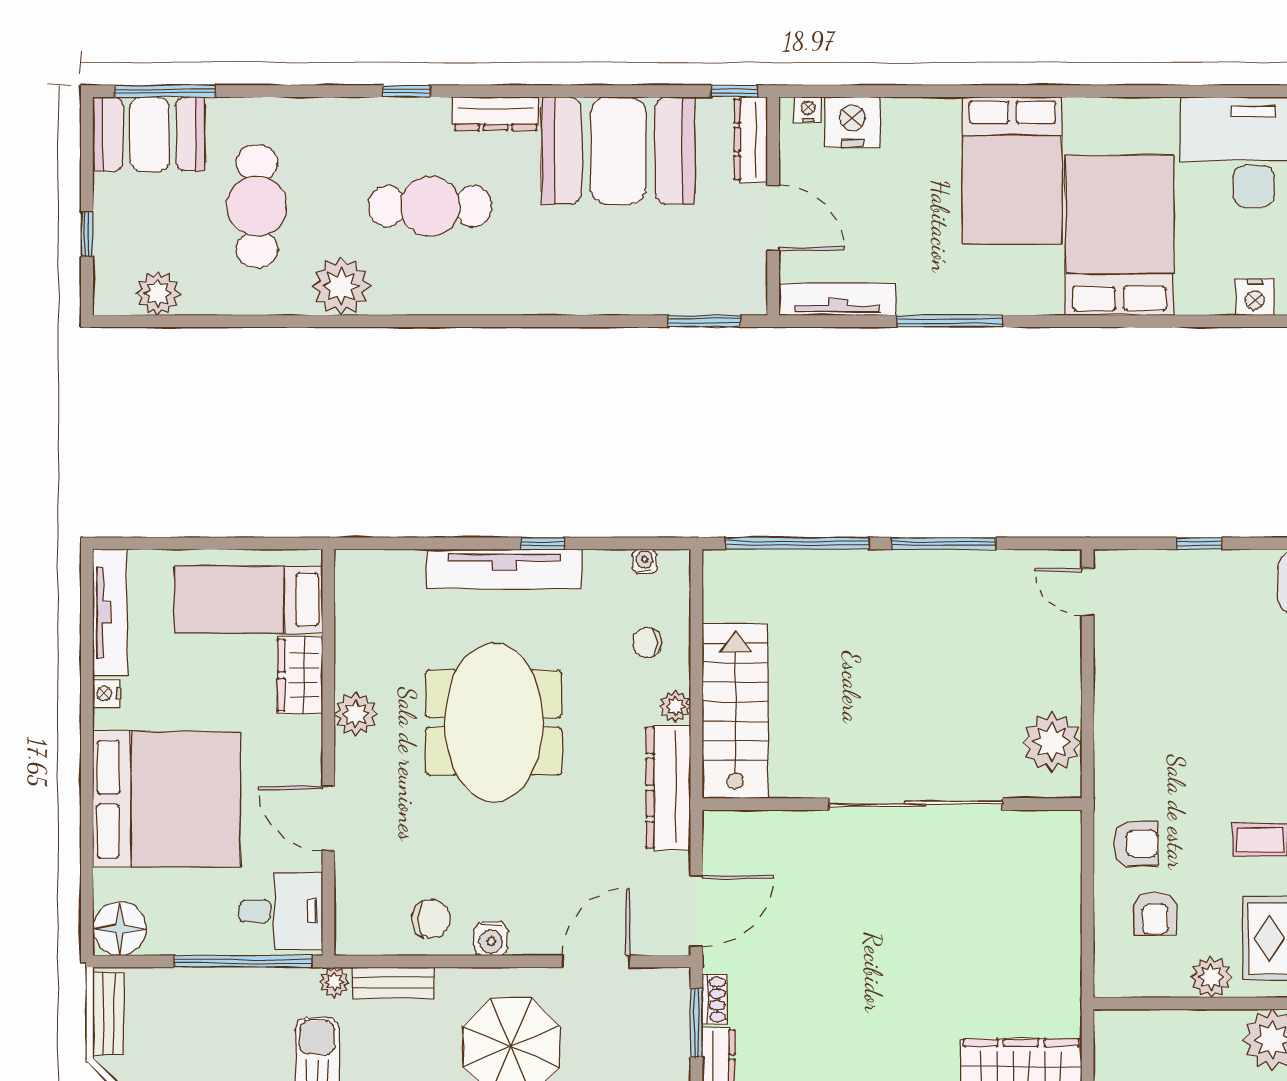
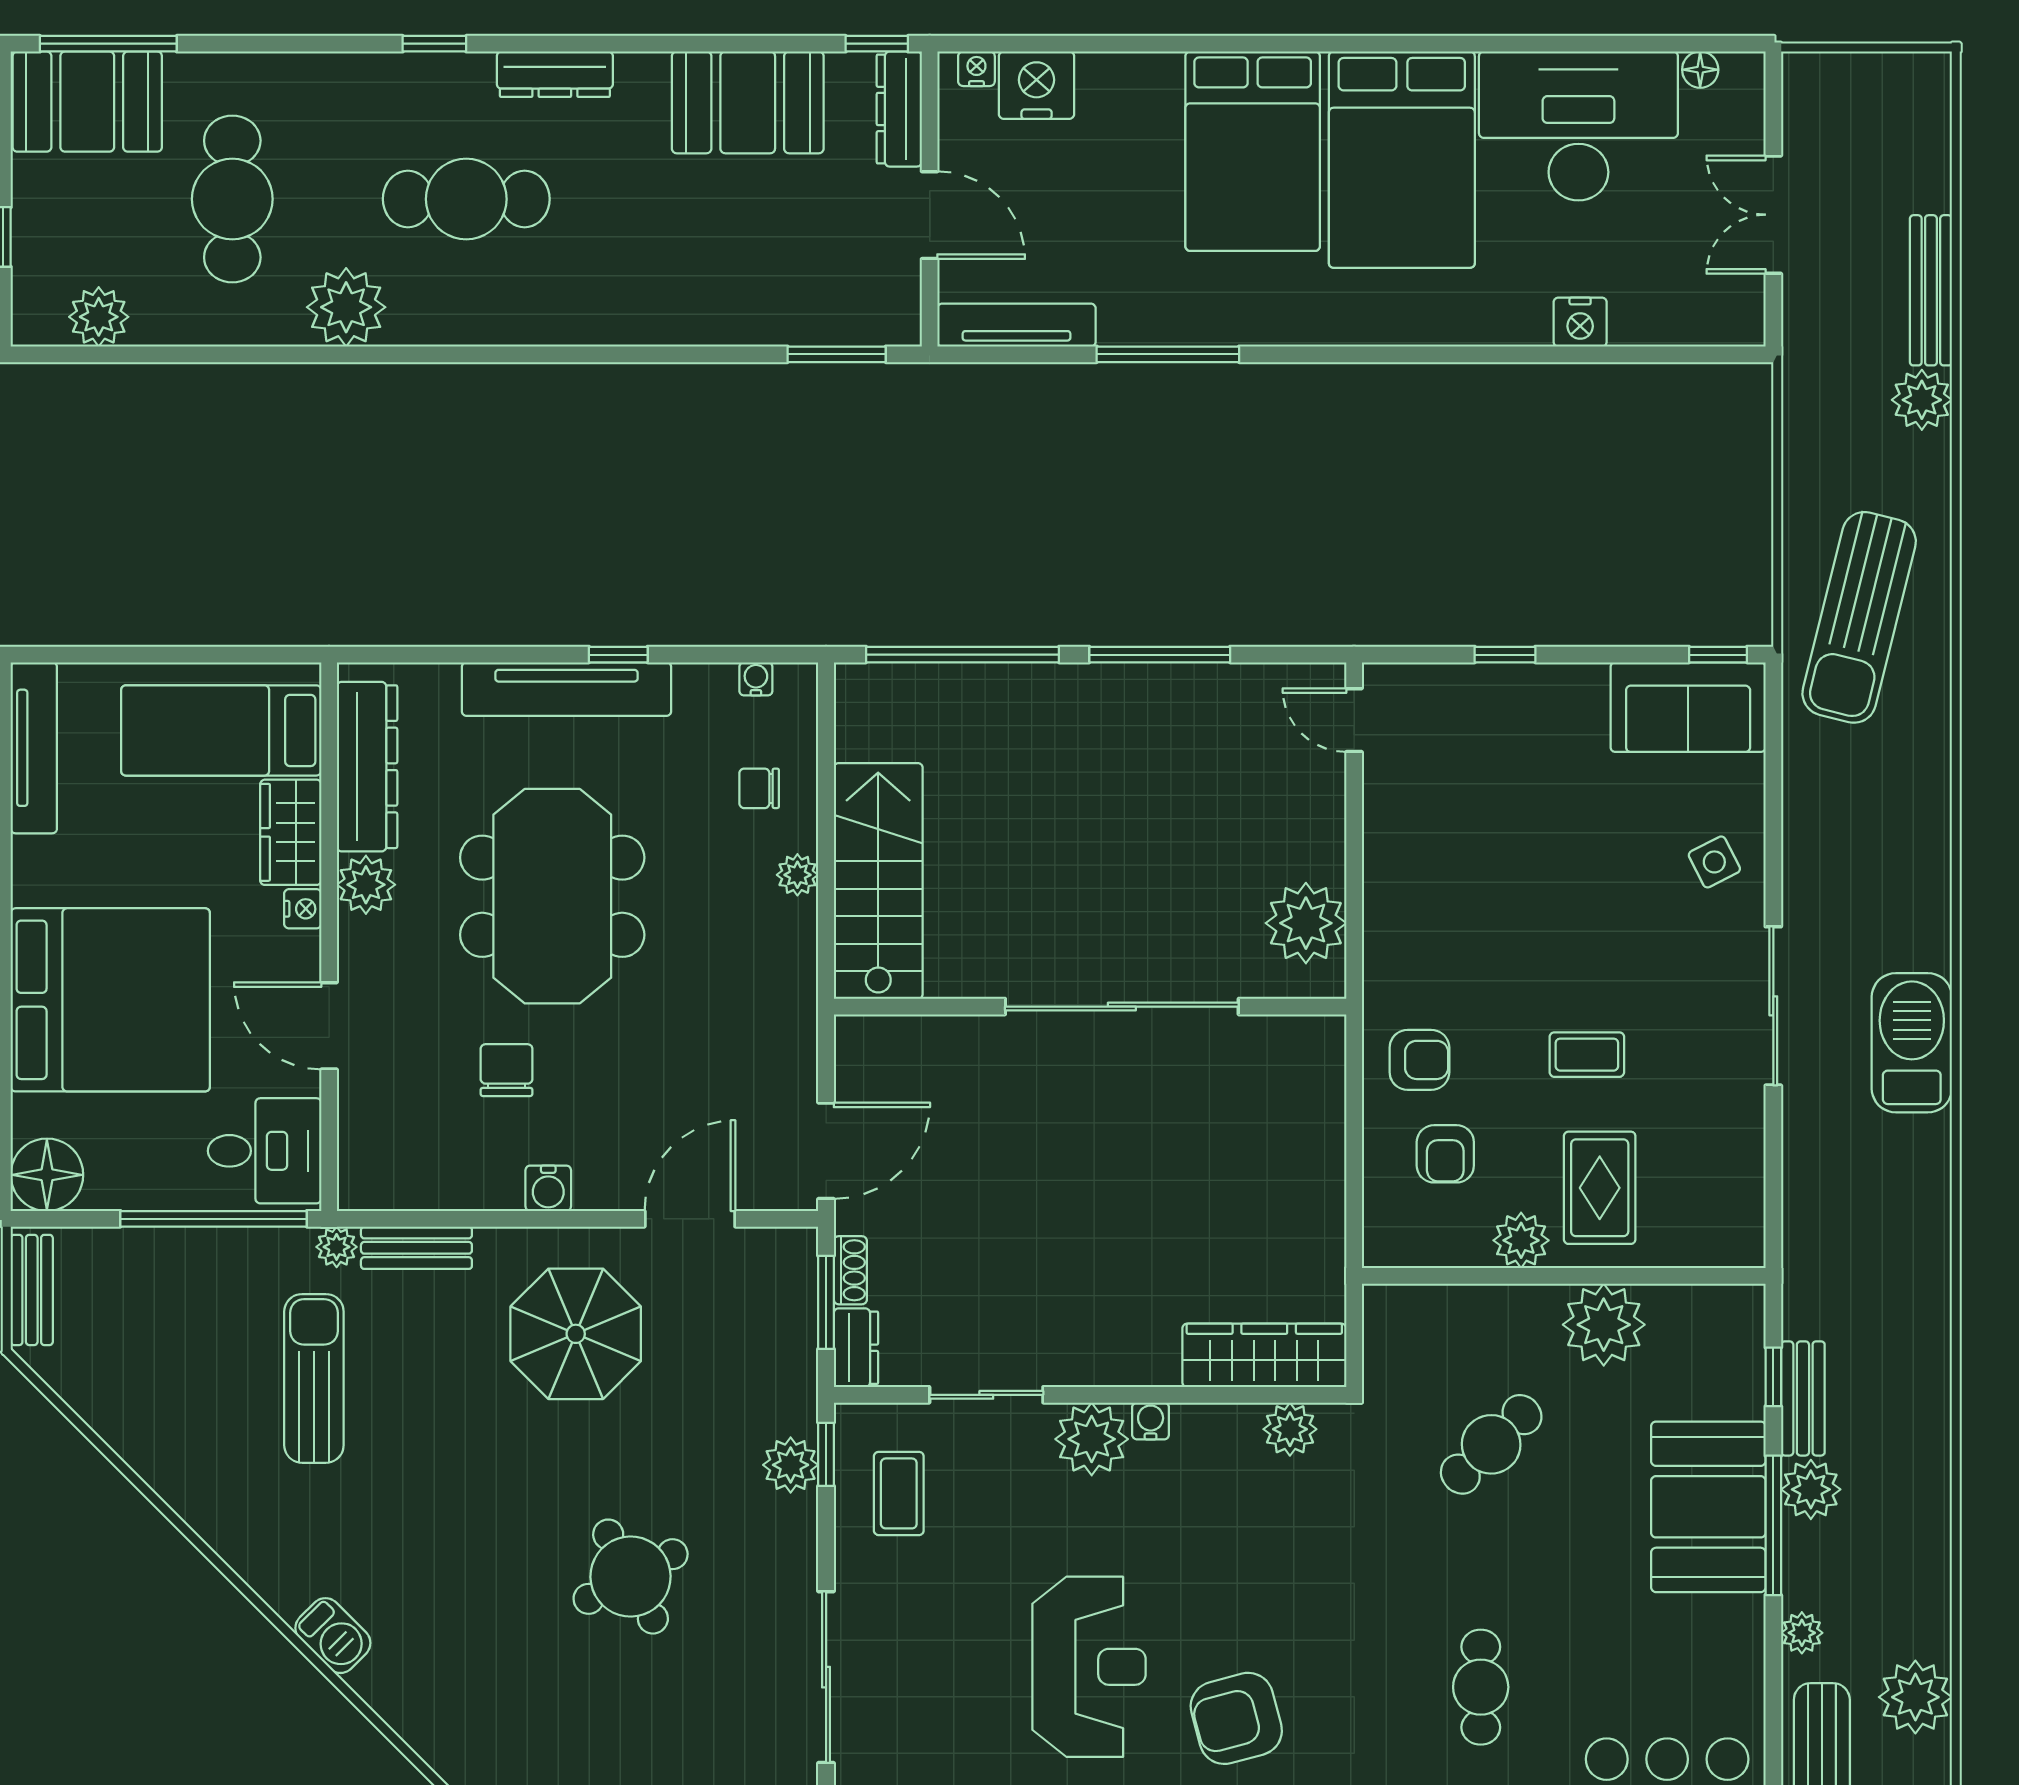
booth: (618, 151) -> (748, 102), width x0.73, depth x0.70
bed: (1119, 235) -> (1402, 160), moved, turned 180
nightstand: (106, 693) -> (303, 909), moved, turned 180
dresser: (668, 788) -> (367, 767), moved, turned 180
chair: (431, 919) -> (507, 1070), moved, turned -90

